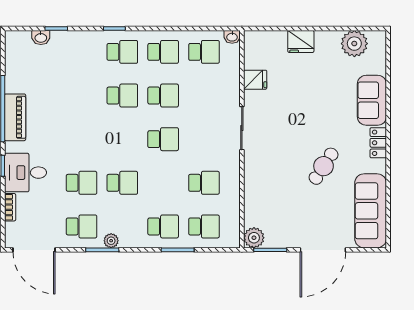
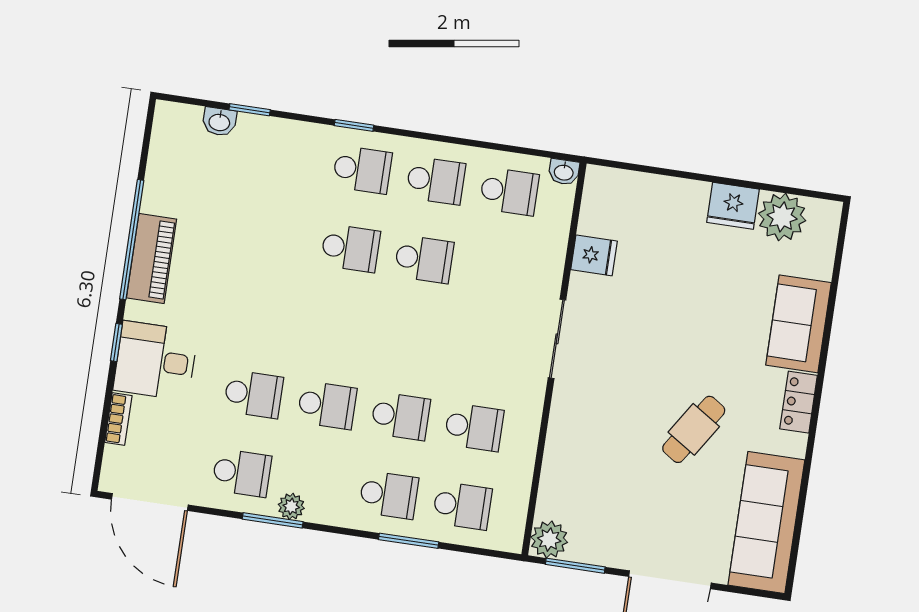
fridge: (301, 41) -> (733, 206), moved
school desk: (163, 139) -> (400, 416), moved

